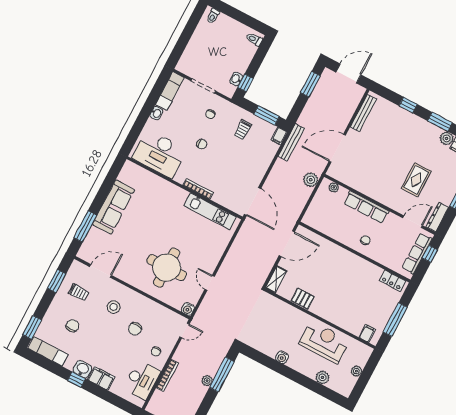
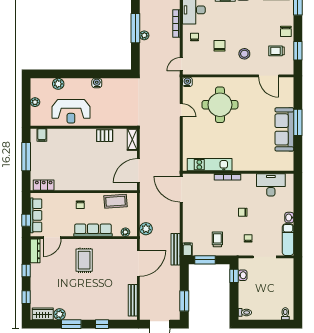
desk: (159, 154) -> (271, 185), width x0.73, depth x0.77
rug: (416, 180) -> (84, 260), moved
coffee table: (327, 225) -> (116, 201), added
window: (85, 227) -> (298, 122), moved
door: (101, 271) -> (269, 76), hinge flipped
chair: (73, 326) -> (286, 31), moved
window: (222, 375) -> (135, 28), moved

